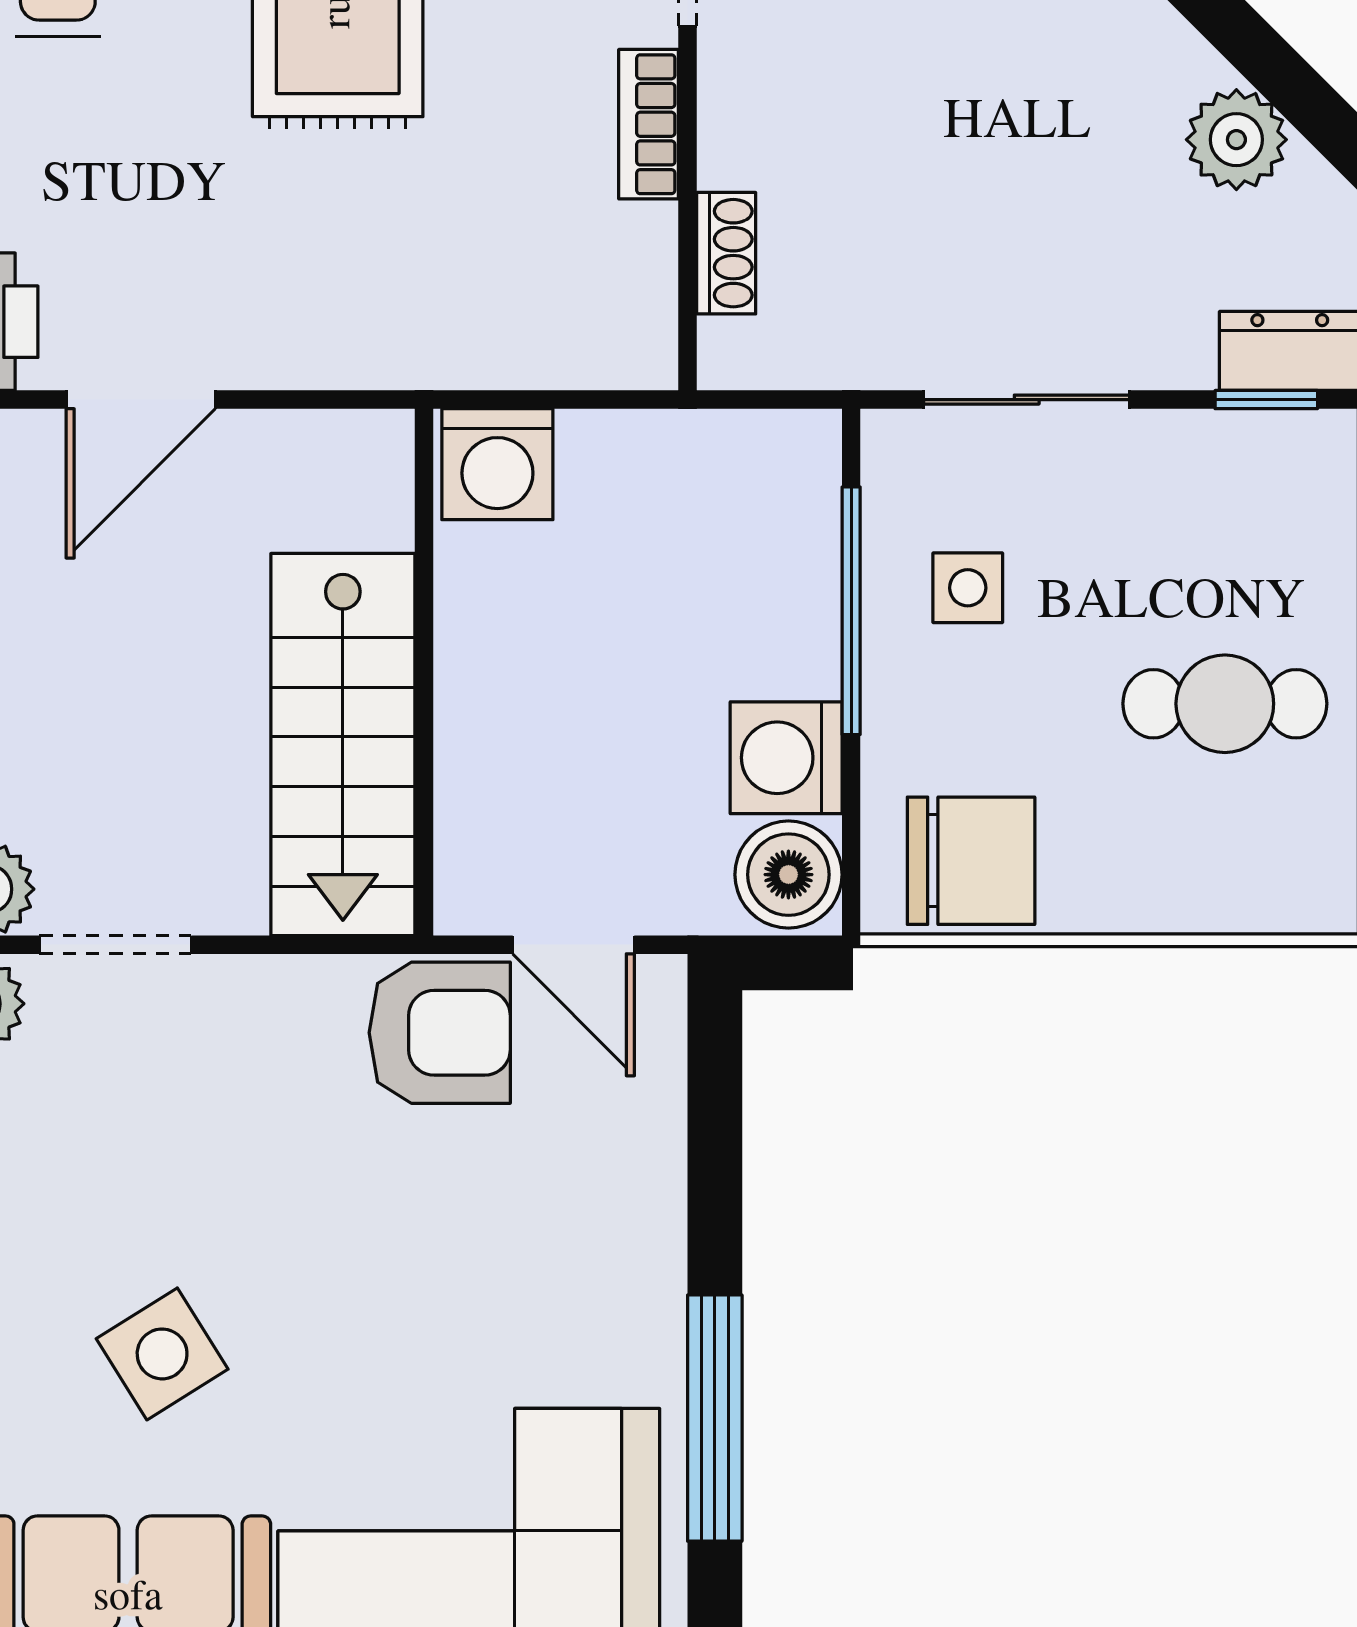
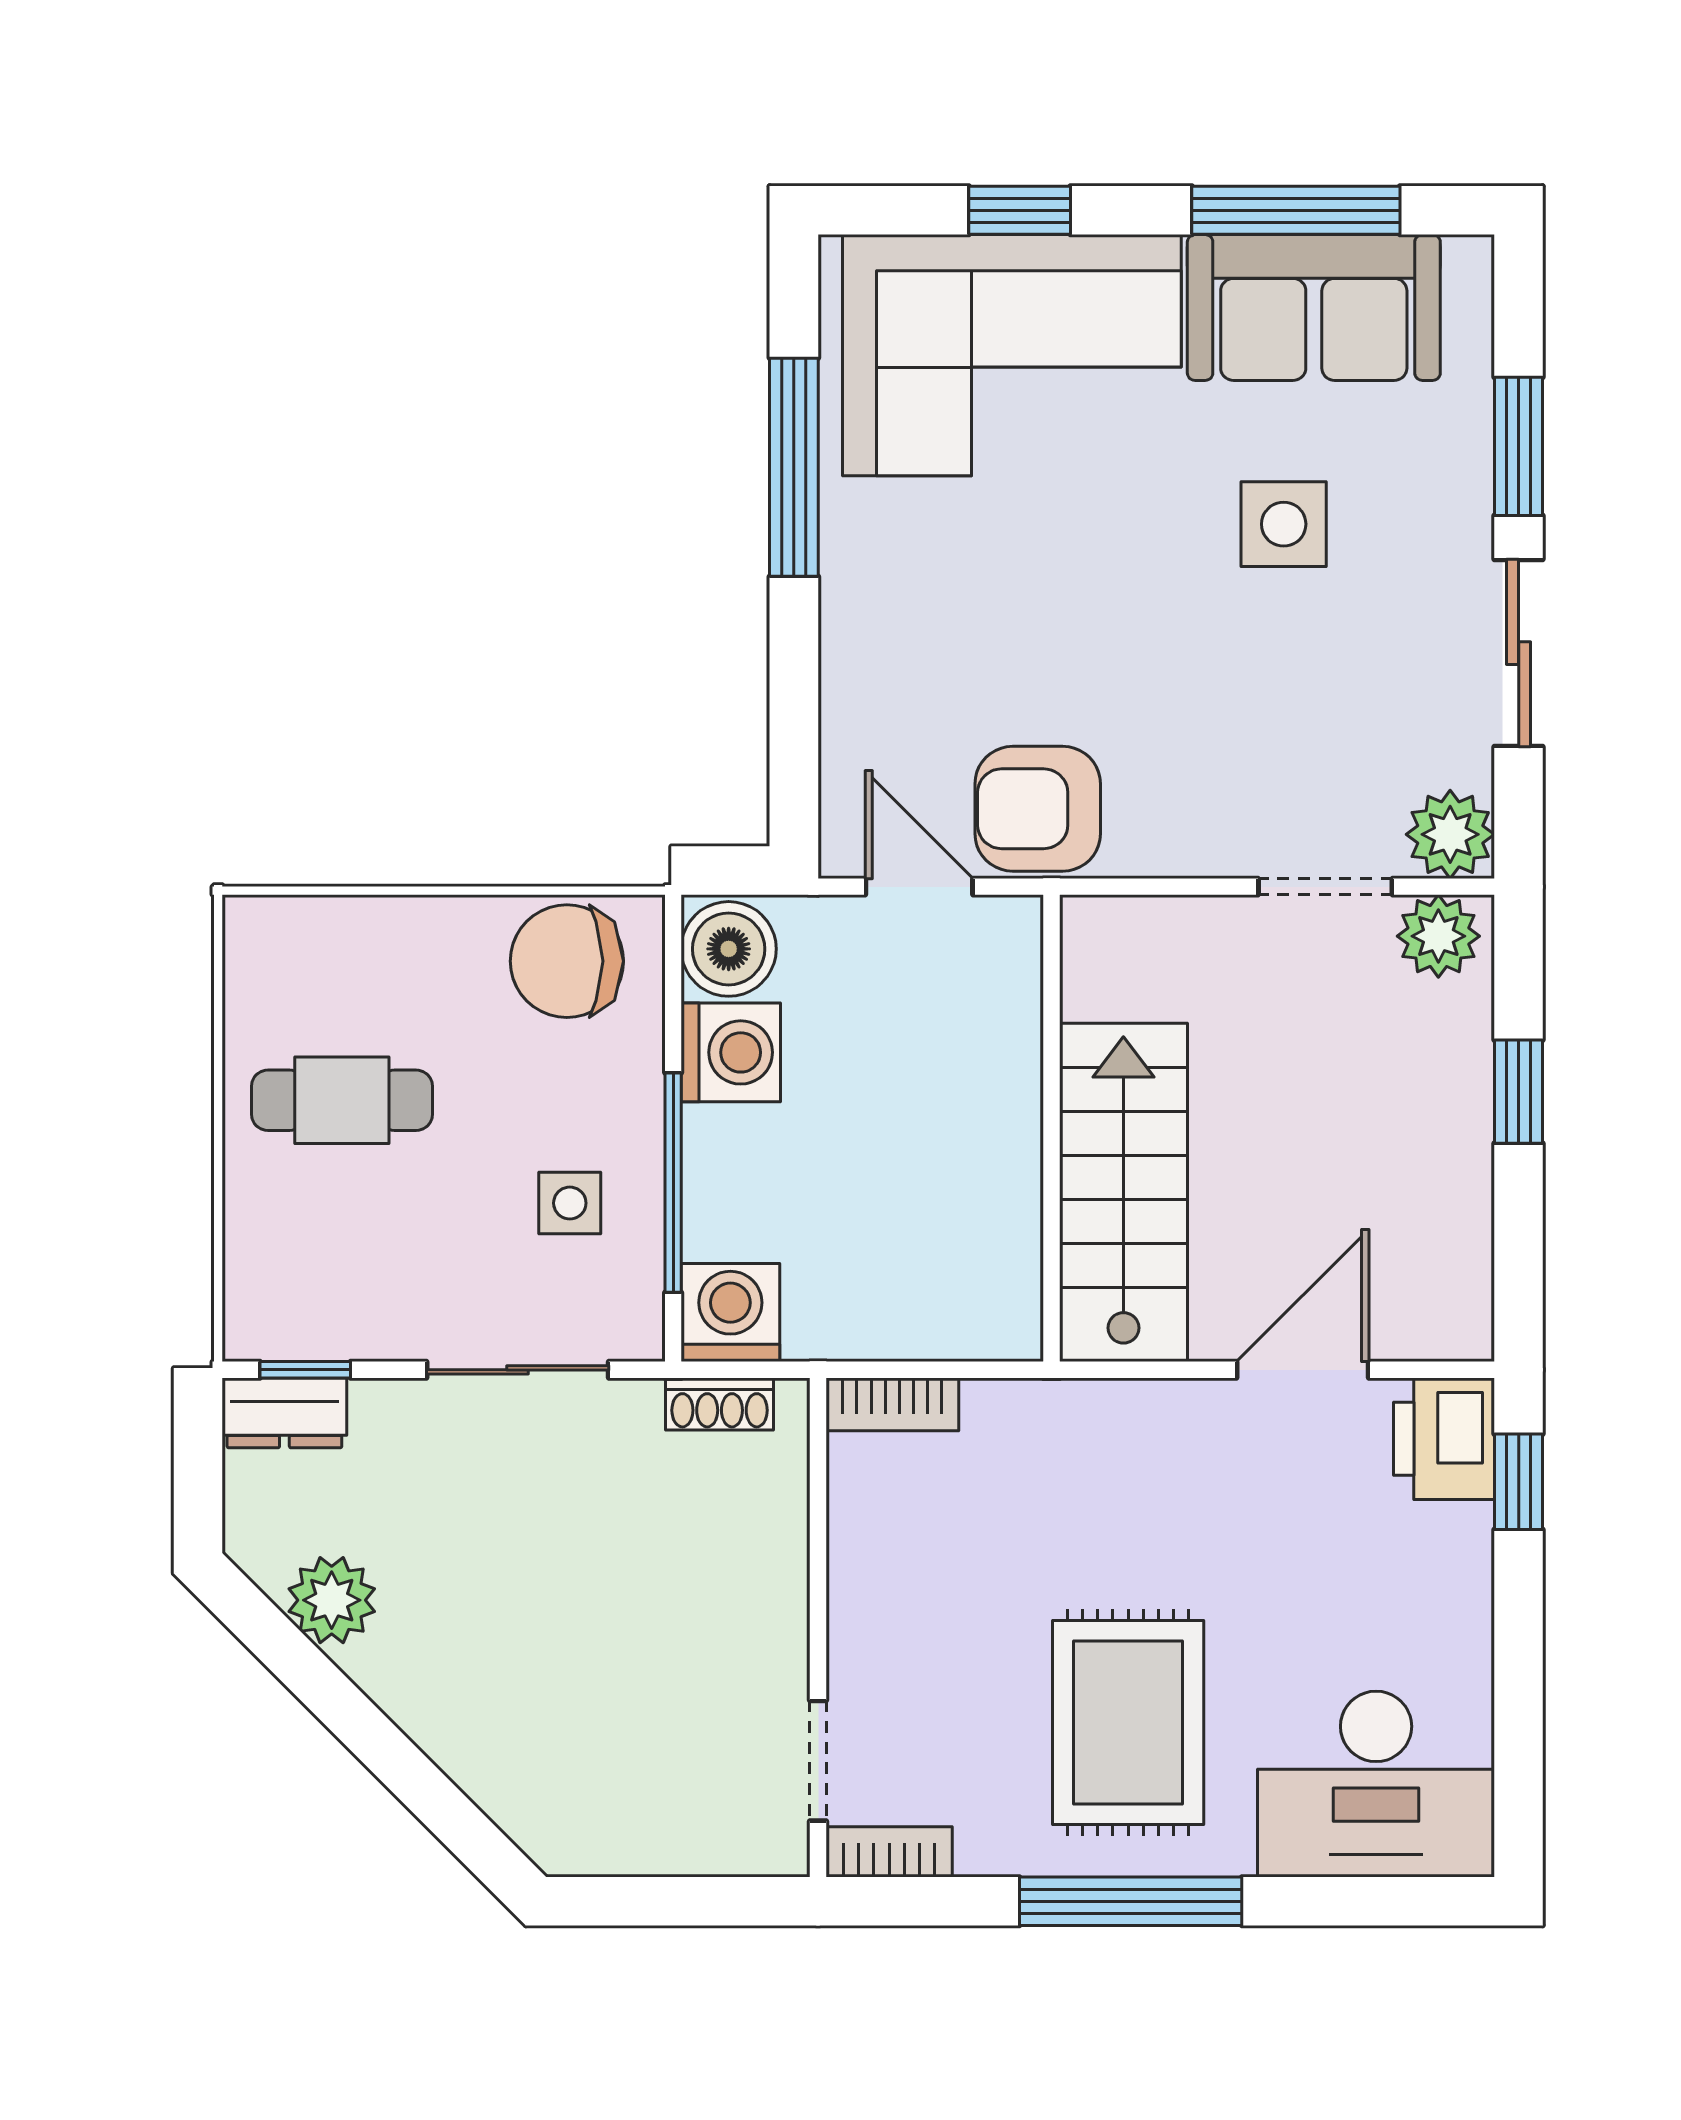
bookcase: (649, 124) -> (892, 1404), moved, turned 90
shoe rack: (726, 253) -> (720, 1404), moved, turned -90
washing machine: (497, 464) -> (730, 1313), moved
stairs: (343, 745) -> (1123, 1192), moved
side table: (162, 1354) -> (1284, 524), turned 32

